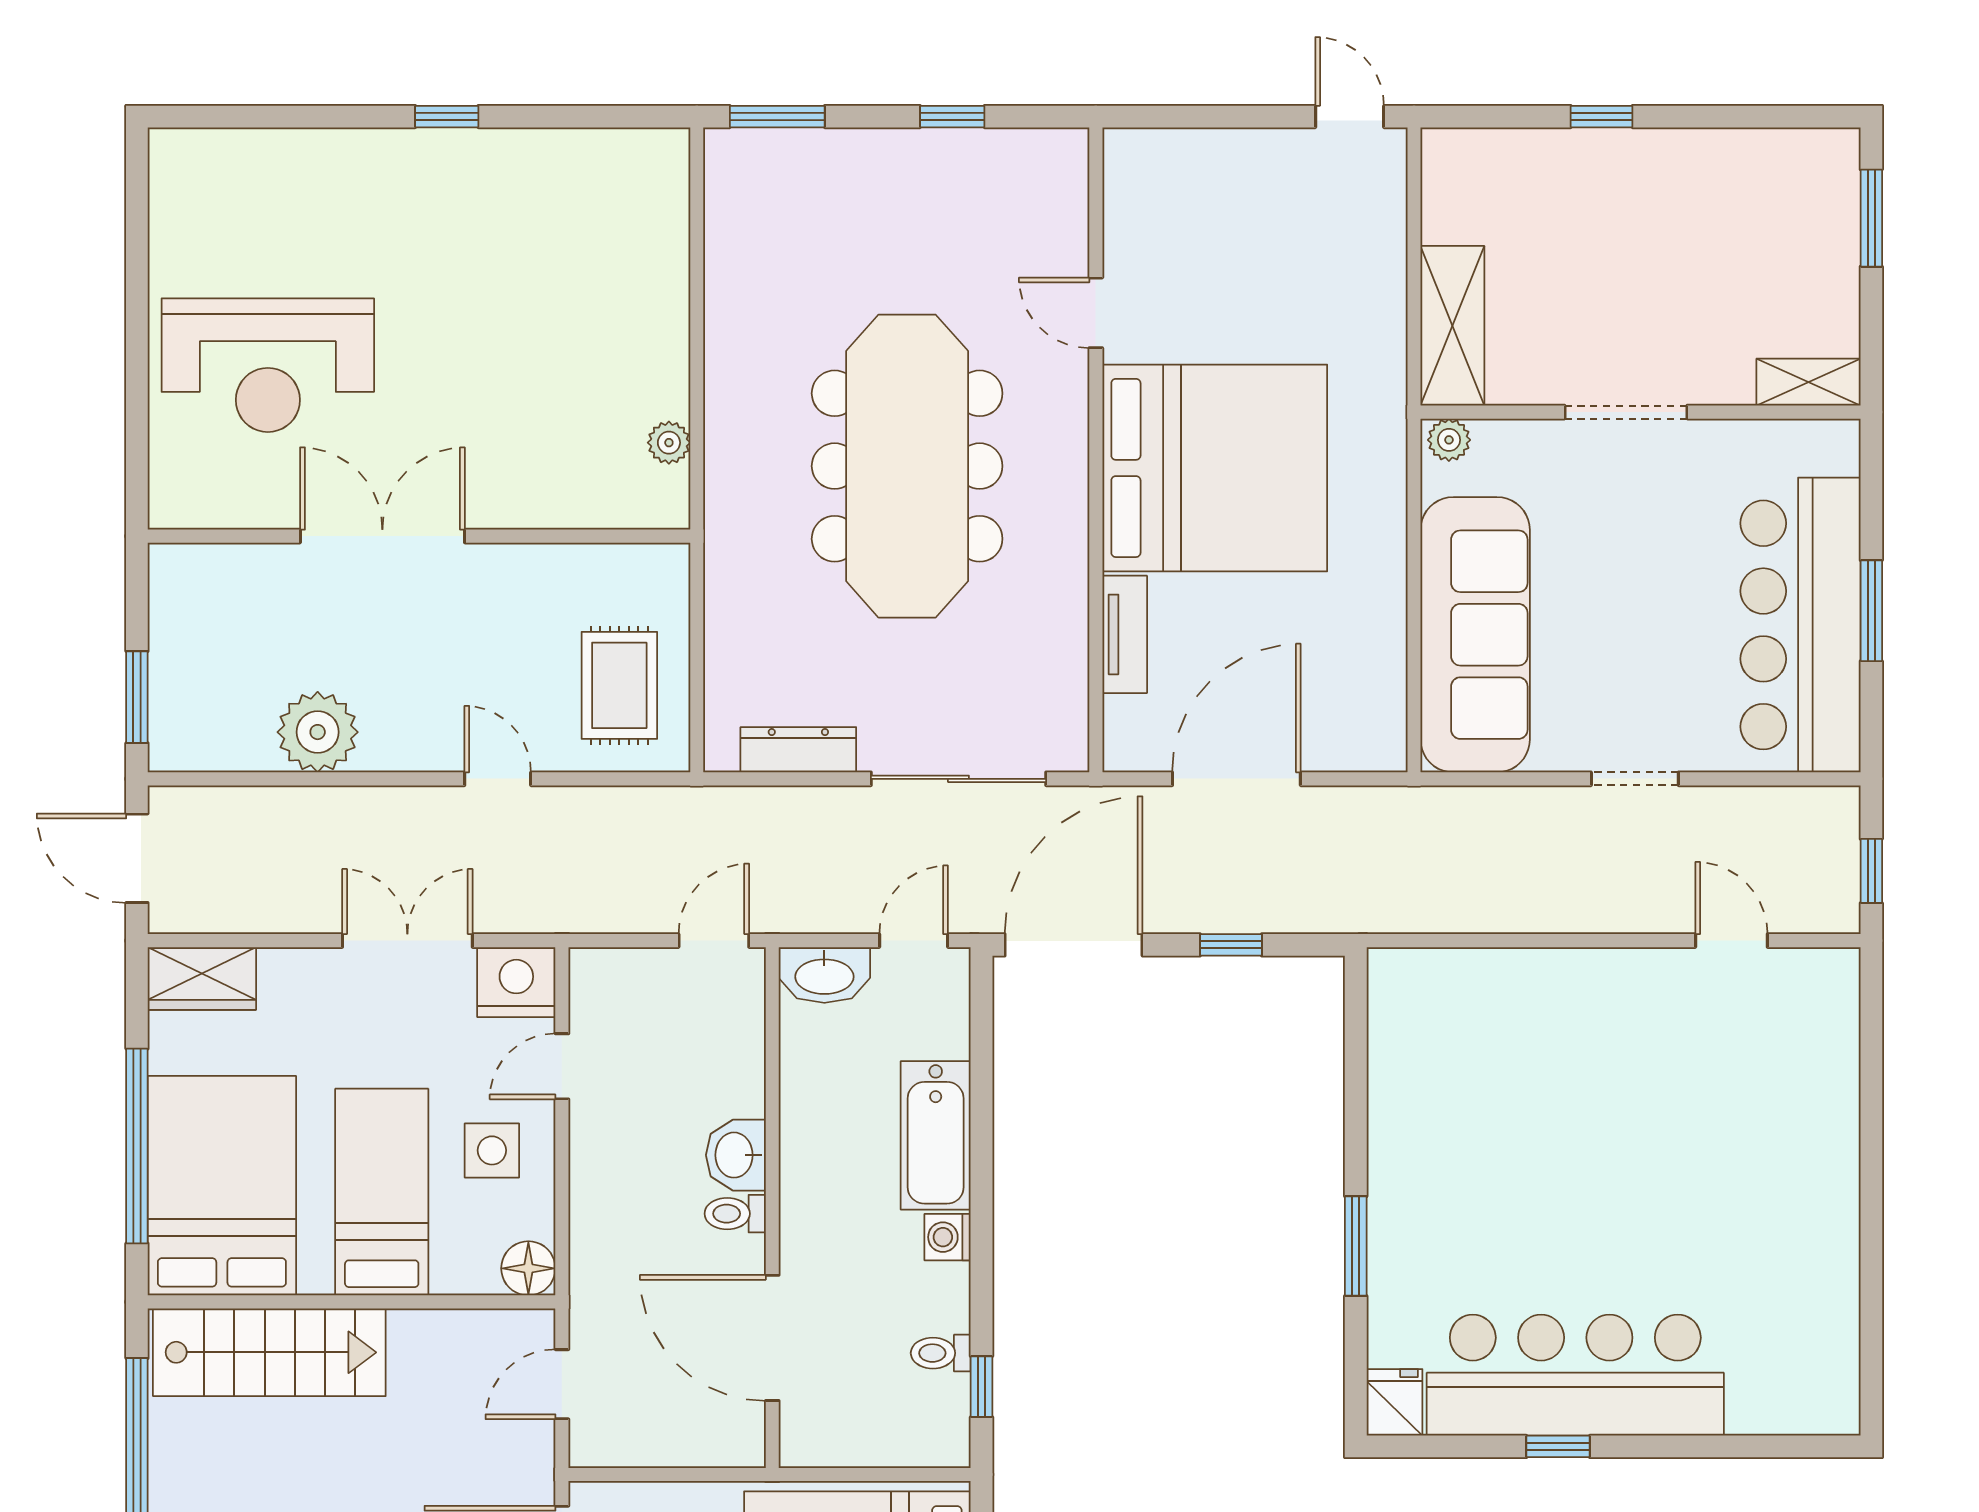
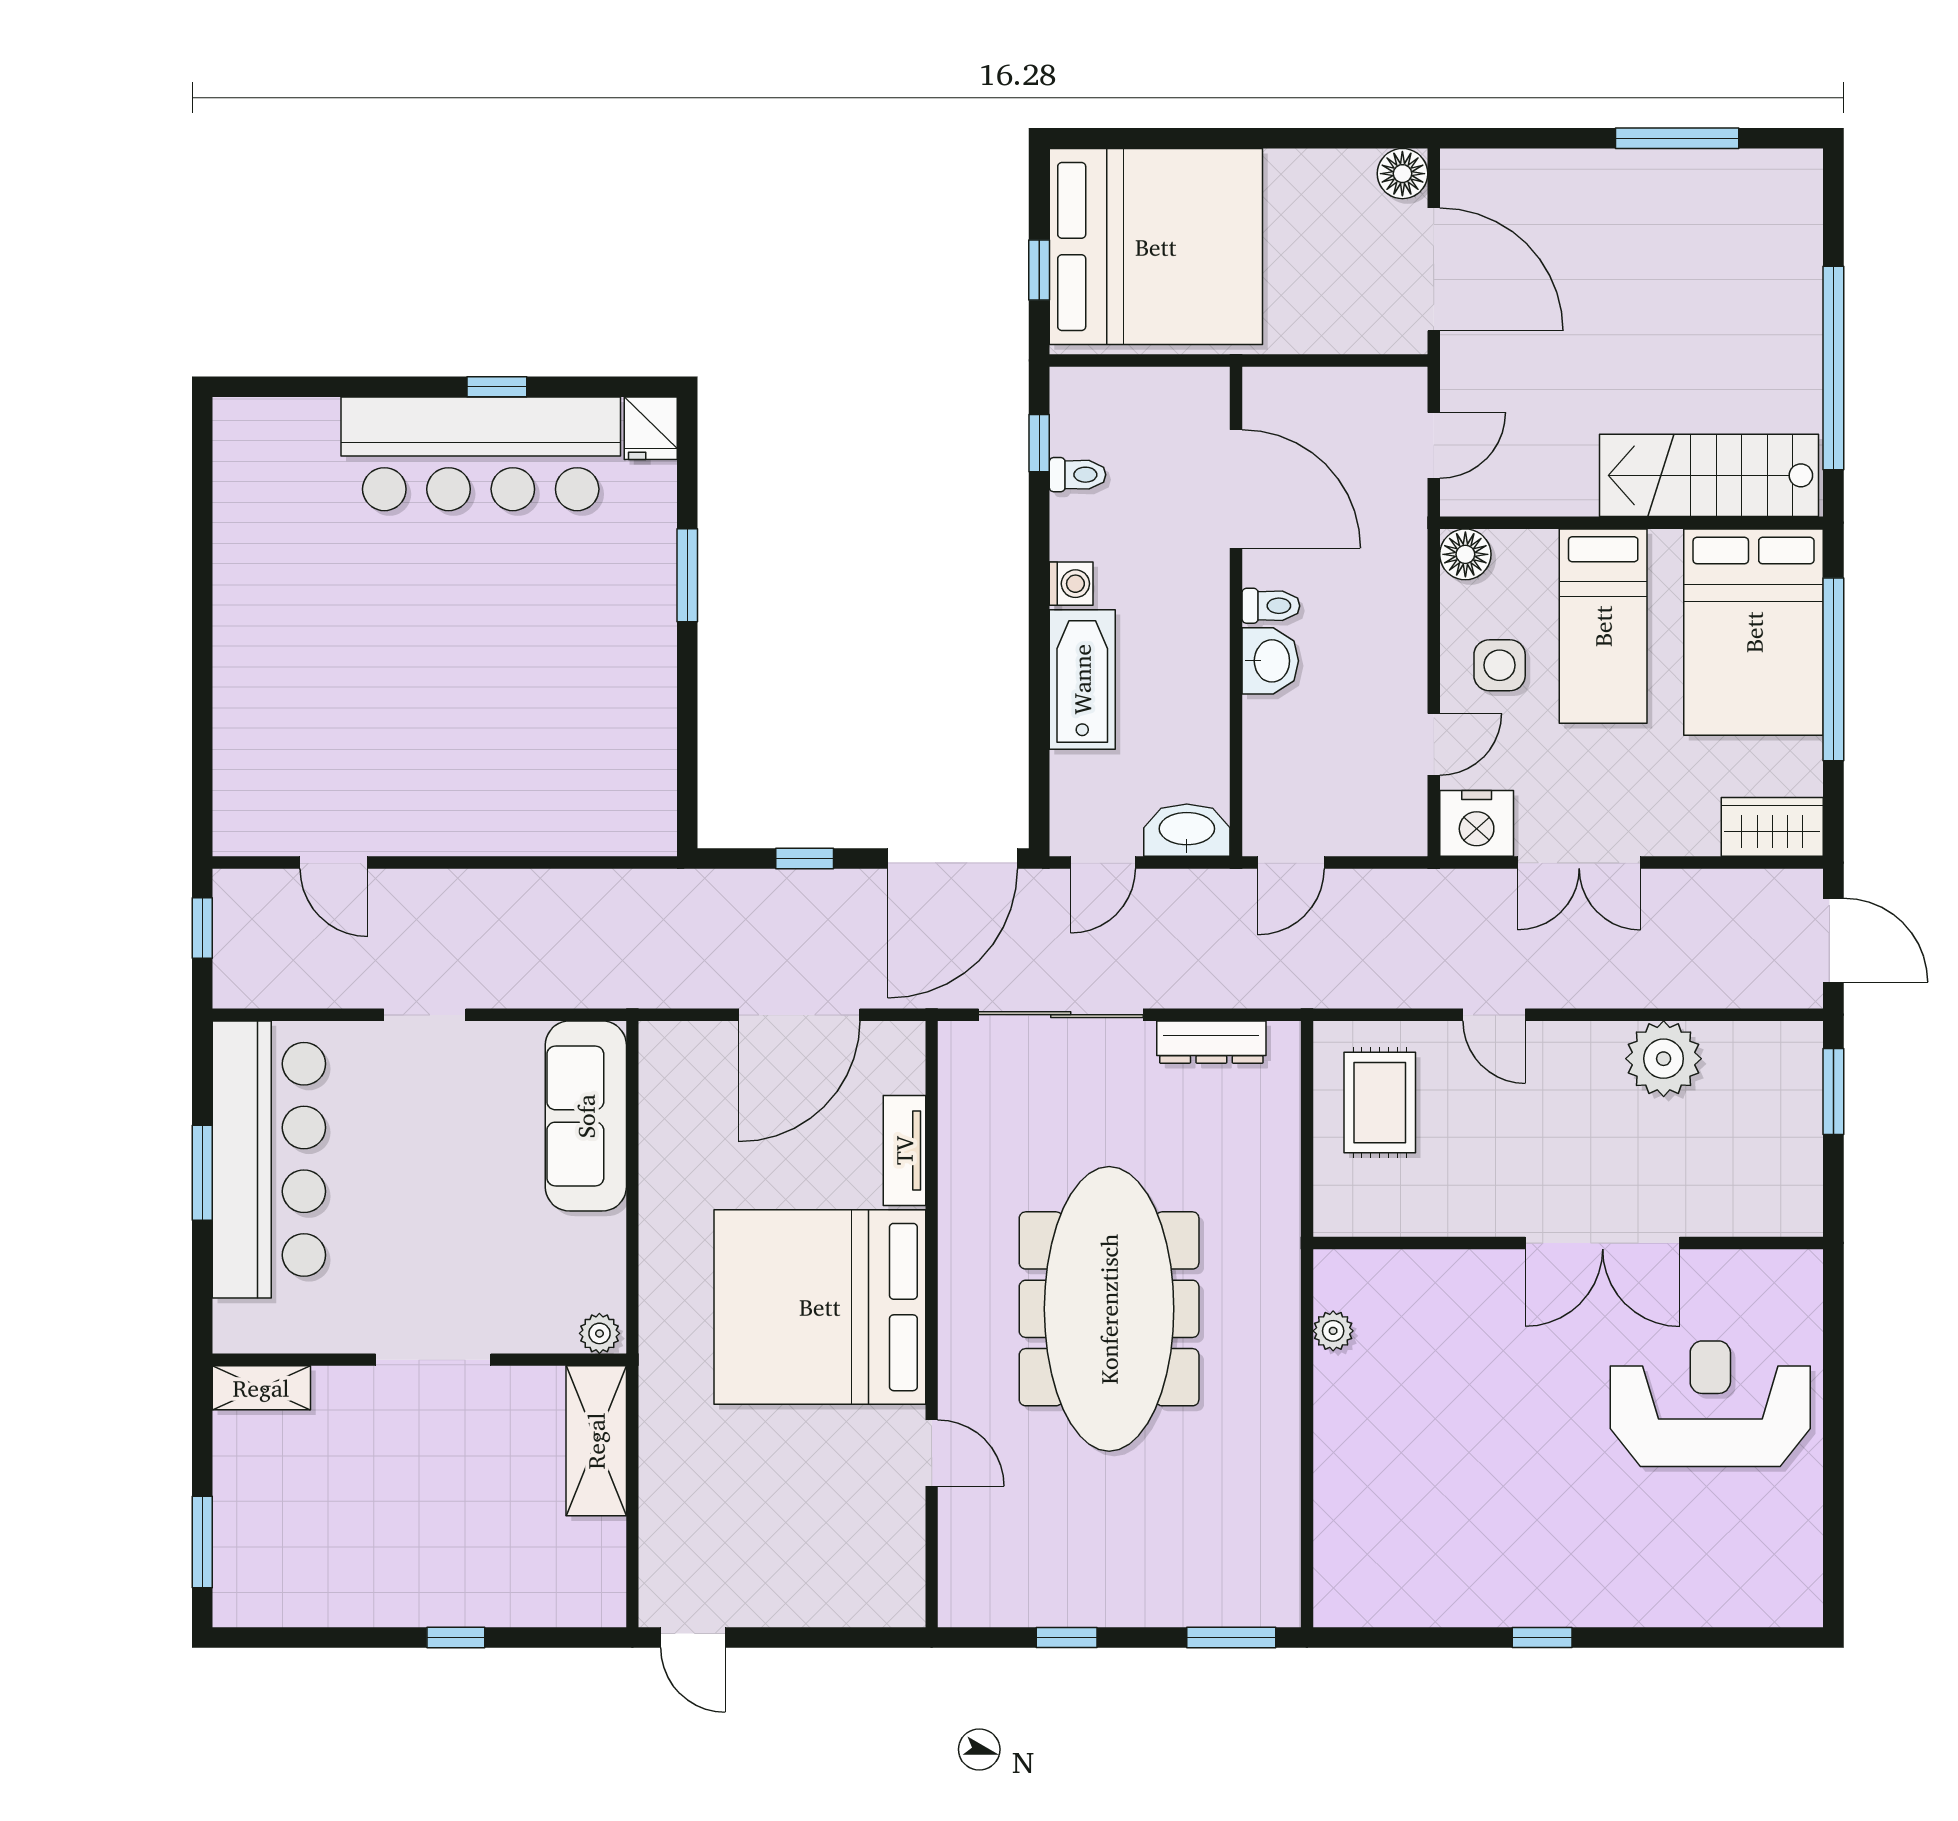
sofa: (1475, 635) -> (586, 1116), width x0.74, depth x0.79

